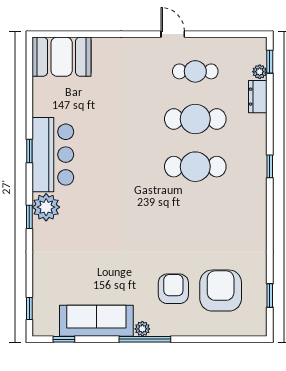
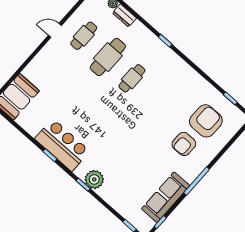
cafe table: (195, 167) -> (132, 78), width x0.73, depth x0.74
plant: (46, 207) -> (94, 179), moved
armchair: (173, 289) -> (184, 144), turned -90
armchair: (221, 291) -> (206, 121), turned 90
plant: (142, 329) -> (190, 178), removed

